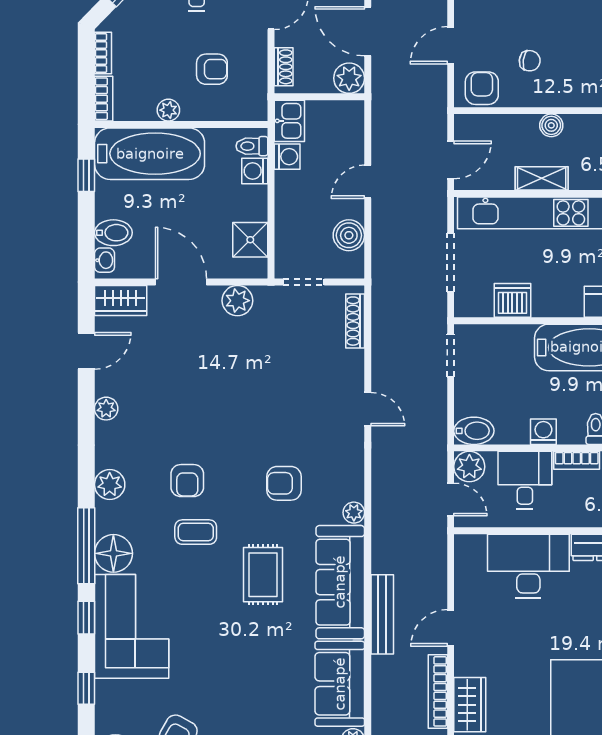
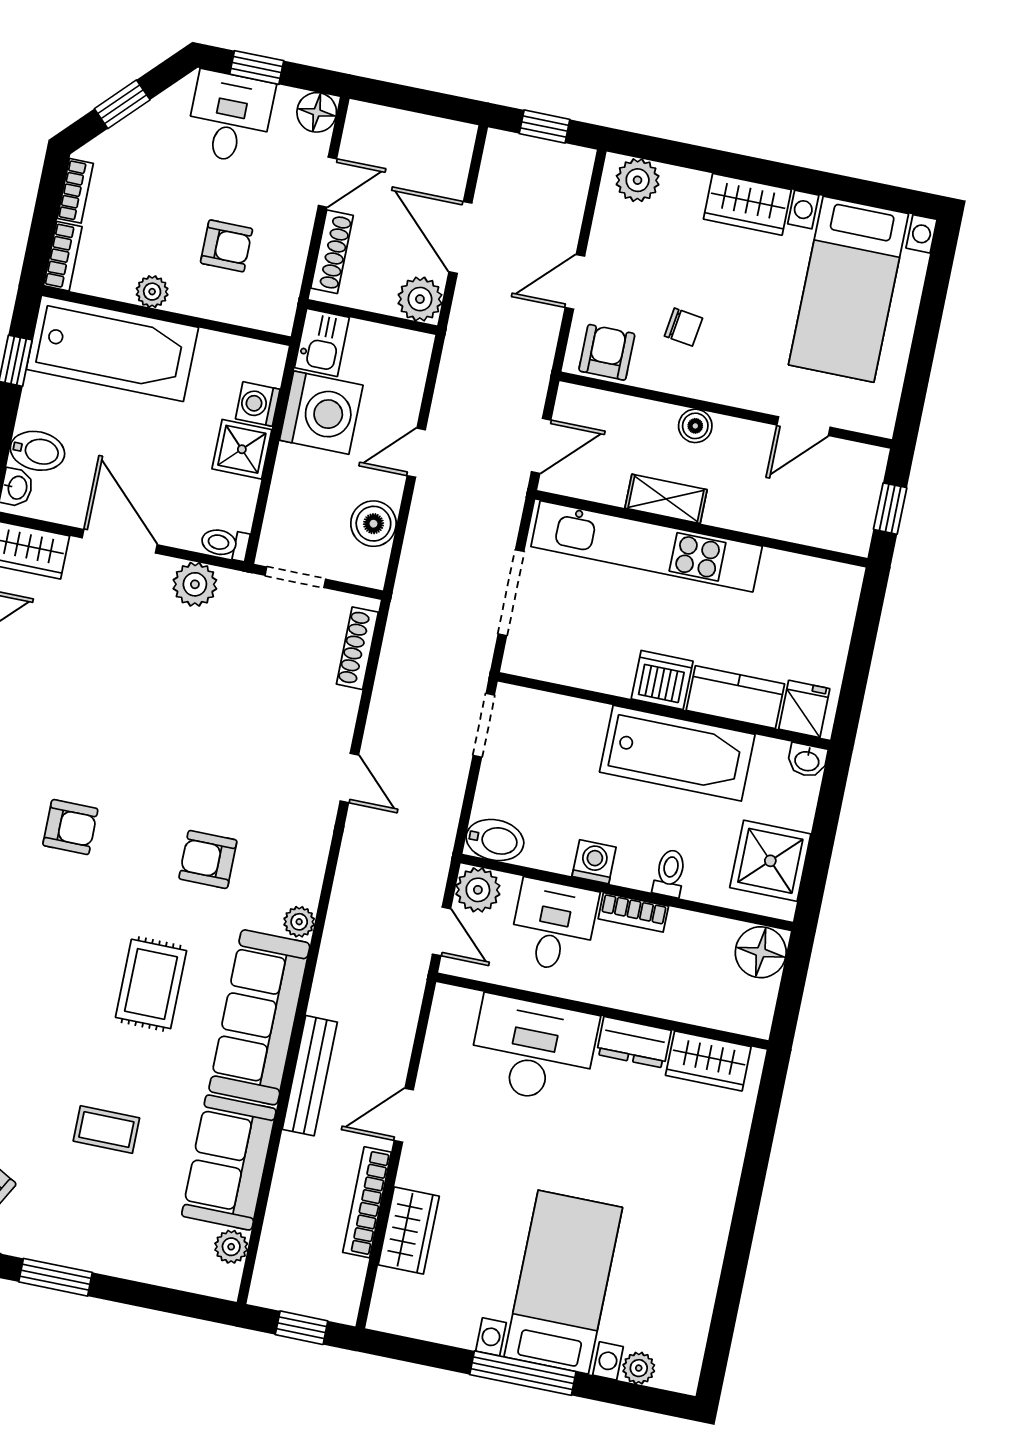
shoe rack: (284, 67) -> (332, 252), width x1.43
toilet: (252, 146) -> (225, 543), moved
washing machine: (287, 157) -> (321, 413), width x1.89, depth x1.89
shower: (250, 240) -> (242, 449), moved
dishwasher: (512, 300) -> (662, 680), moved
armchair: (187, 481) -> (70, 827), turned -90
coffee table: (196, 532) -> (106, 1130), moved

